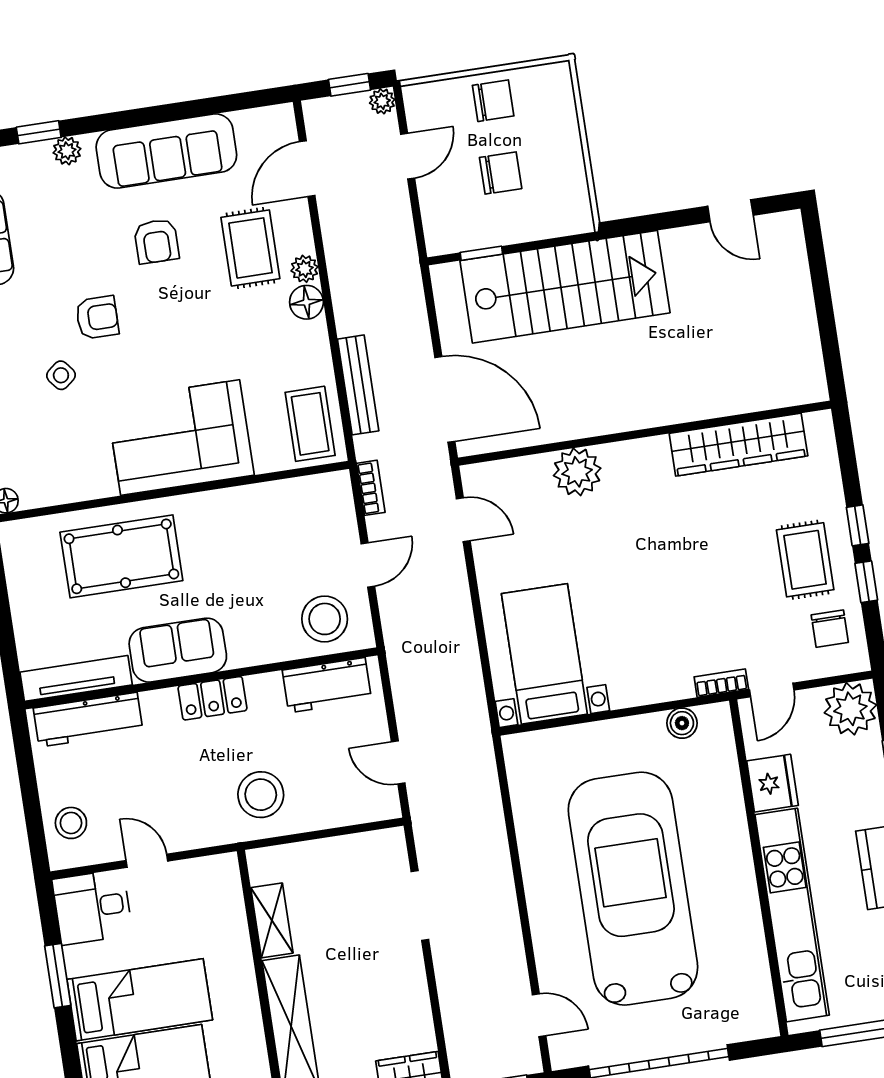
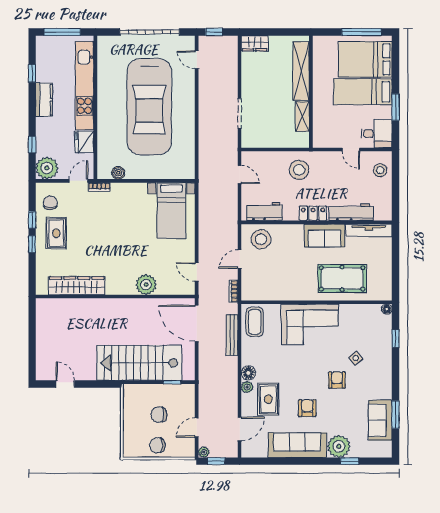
plant: (67, 151) -> (339, 446), width x1.87, depth x1.87
armchair: (97, 317) -> (337, 380), turned 90
workbench: (88, 720) -> (351, 212), moved

